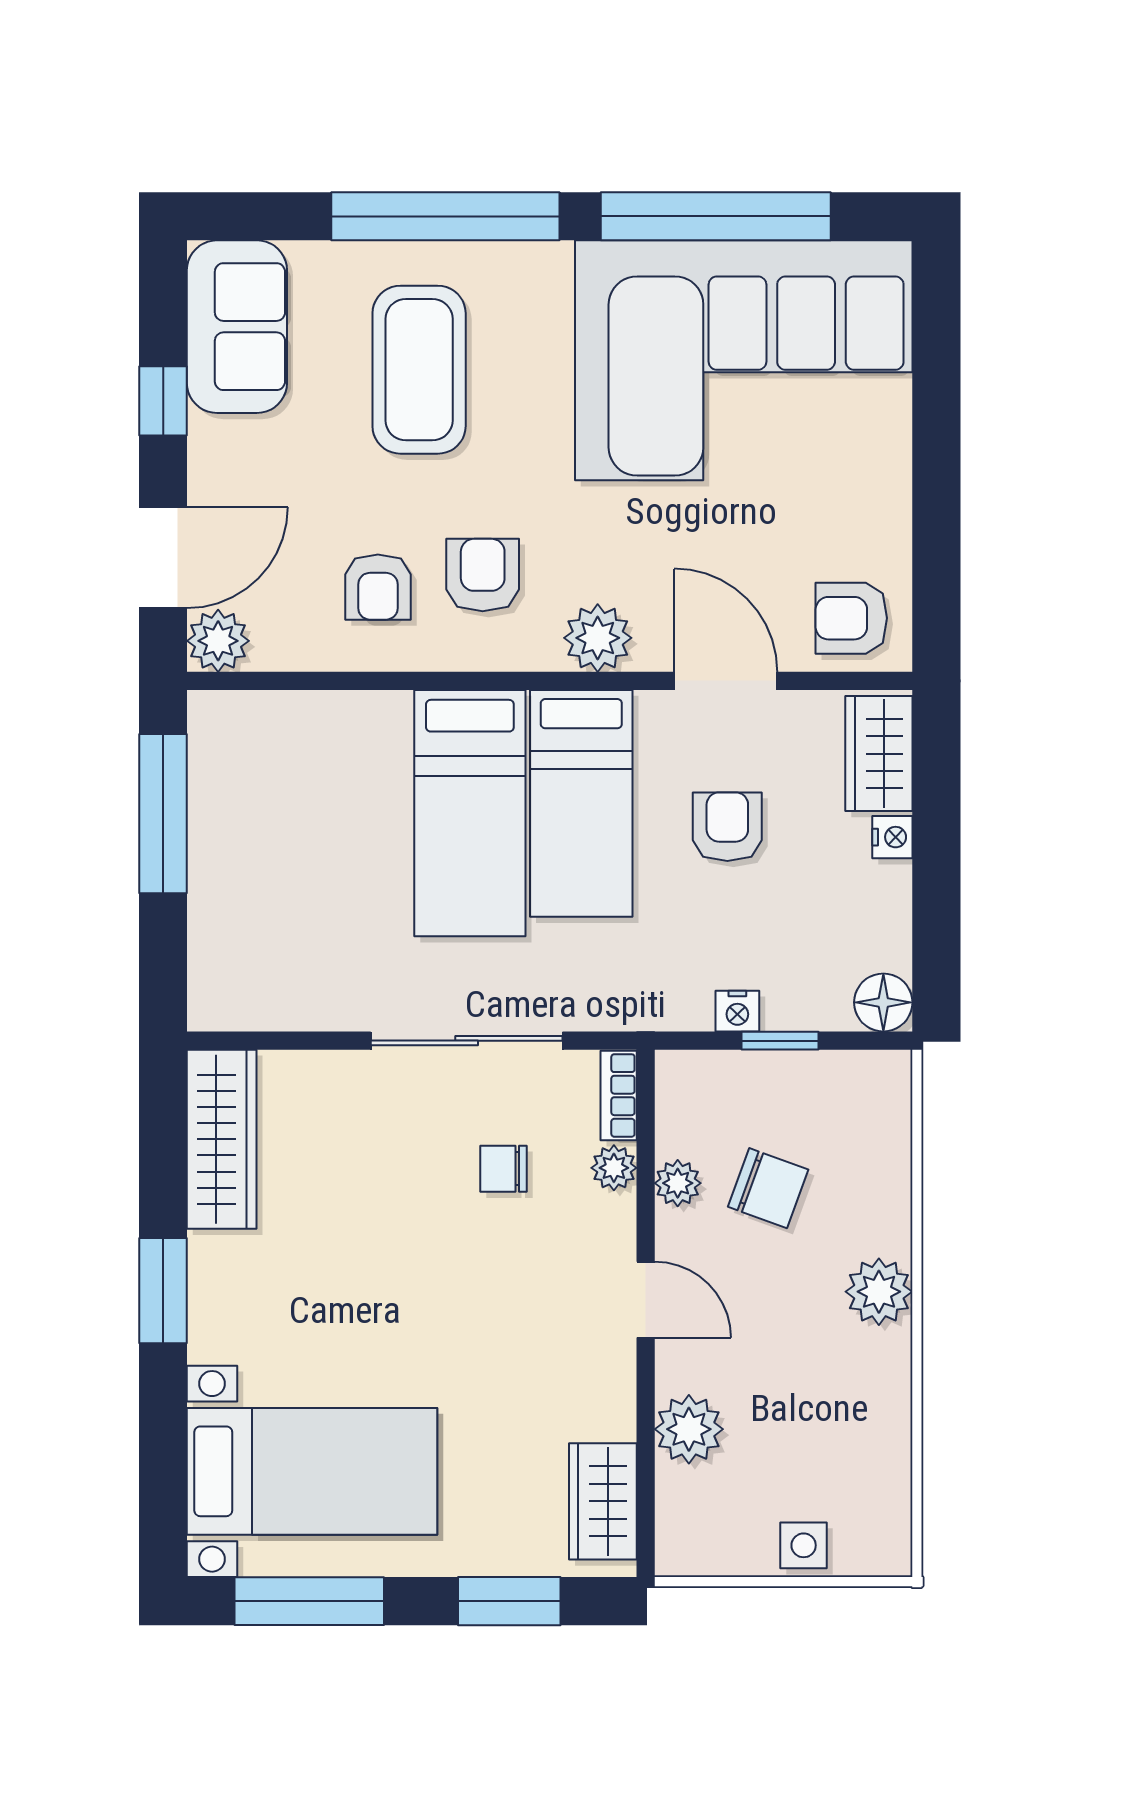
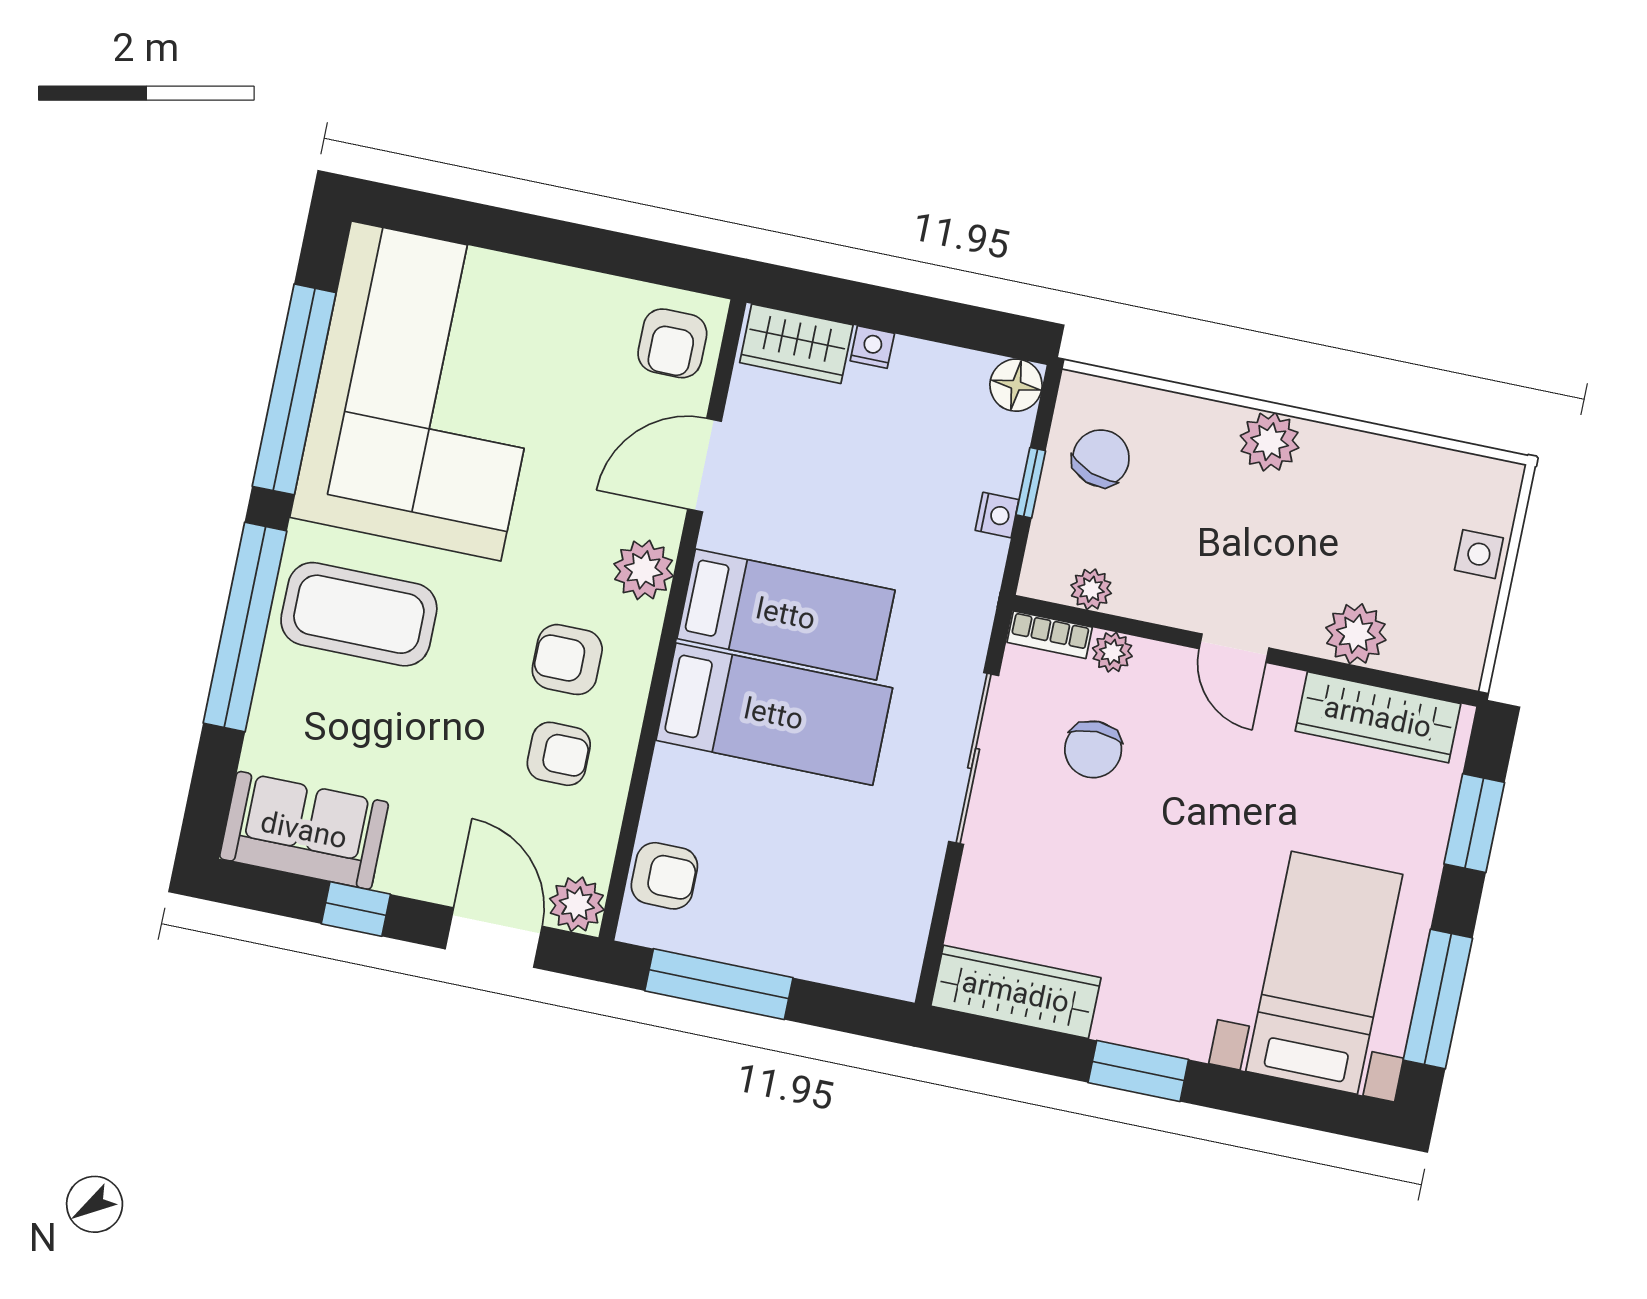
coffee table: (419, 370) -> (359, 614), moved
armchair: (727, 827) -> (664, 876), moved, turned 180
chair: (504, 1169) -> (1093, 749), width x1.37, depth x1.37
plant: (678, 1183) -> (1091, 589), moved
chair: (768, 1188) -> (1101, 458), moved
door: (646, 1300) -> (1234, 648), swing flipped
wardrobe: (603, 1501) -> (1378, 717), width x1.50

